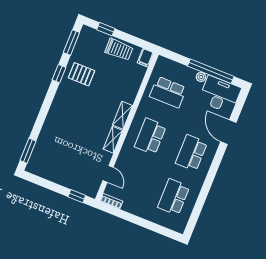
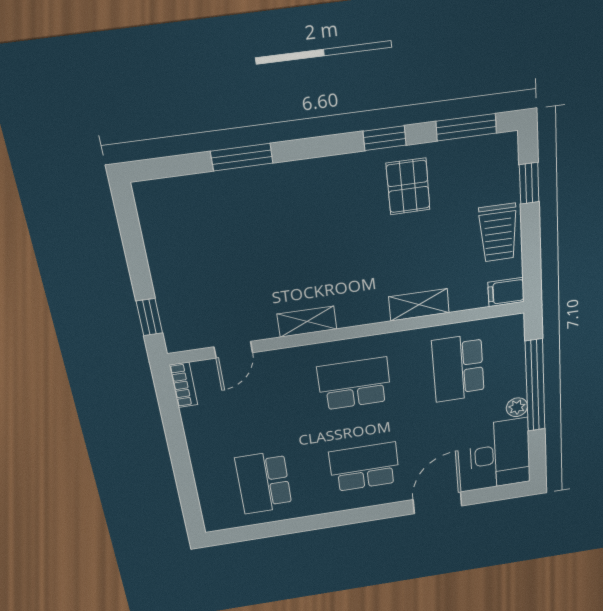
window: (211, 71) -> (535, 386), moved
shelving: (122, 115) -> (419, 305), moved
window: (28, 151) -> (242, 157), moved
school desk: (174, 197) -> (264, 483), turned -90

